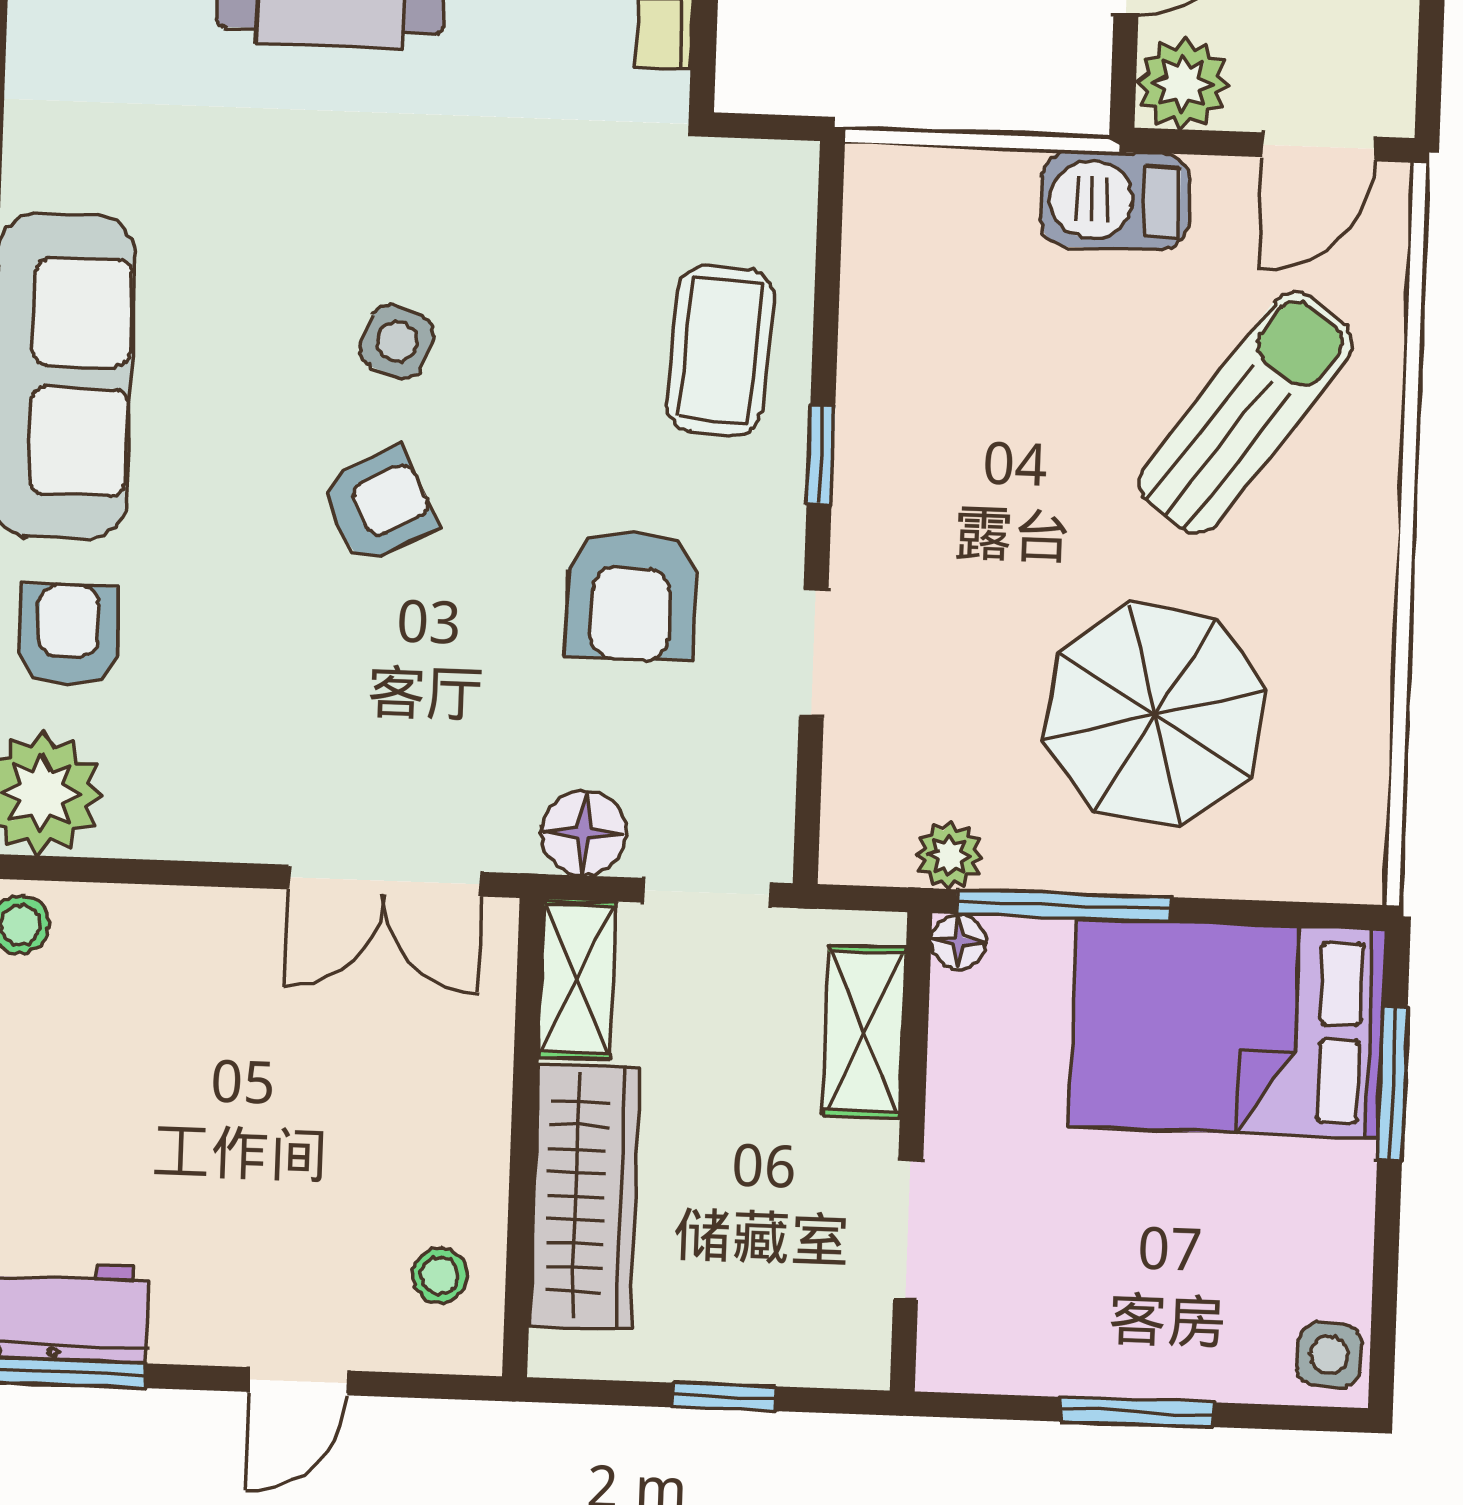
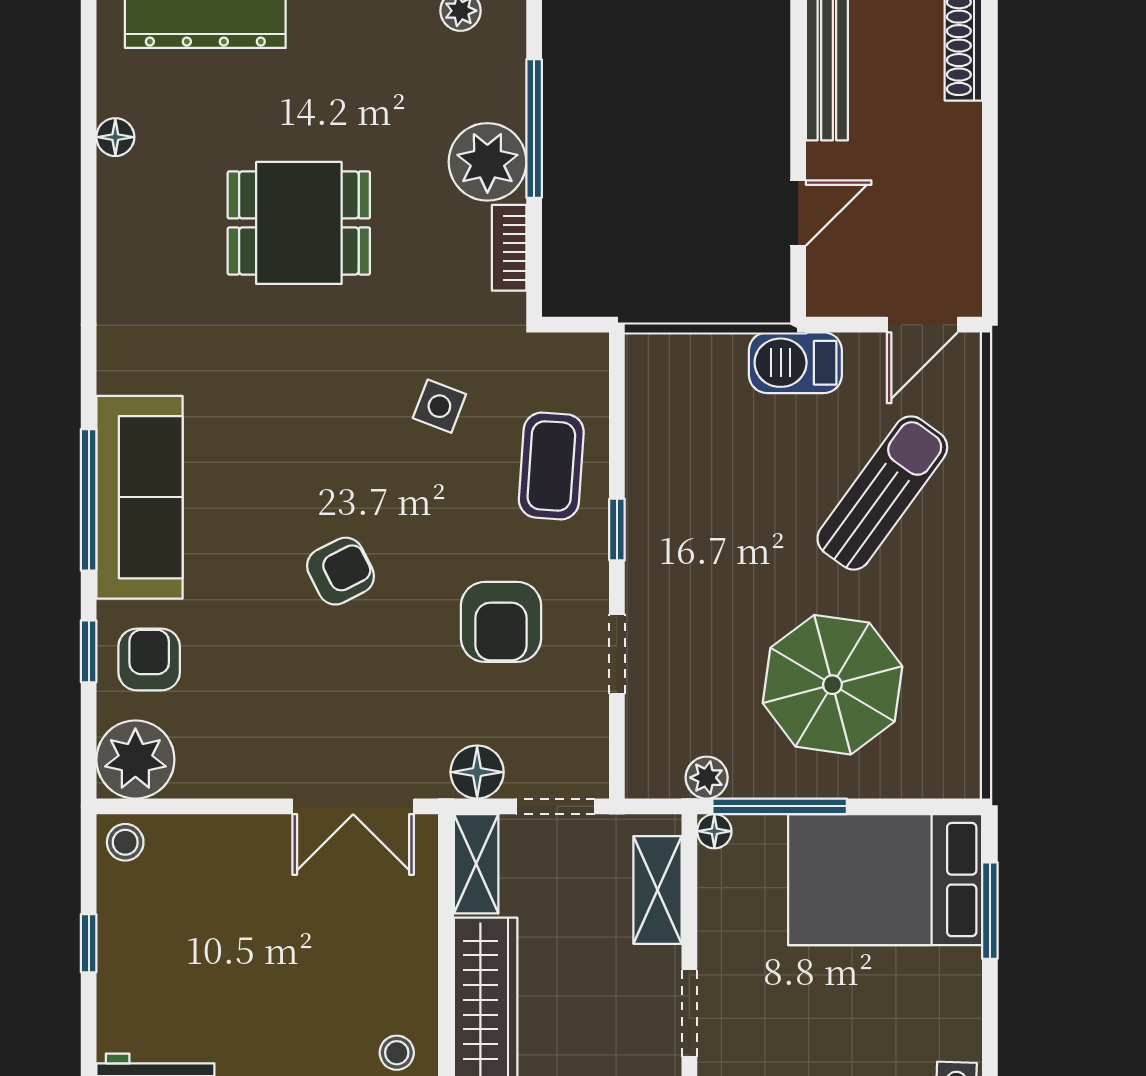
plant: (1182, 83) -> (835, 288), removed
side table: (397, 342) -> (439, 406), moved

